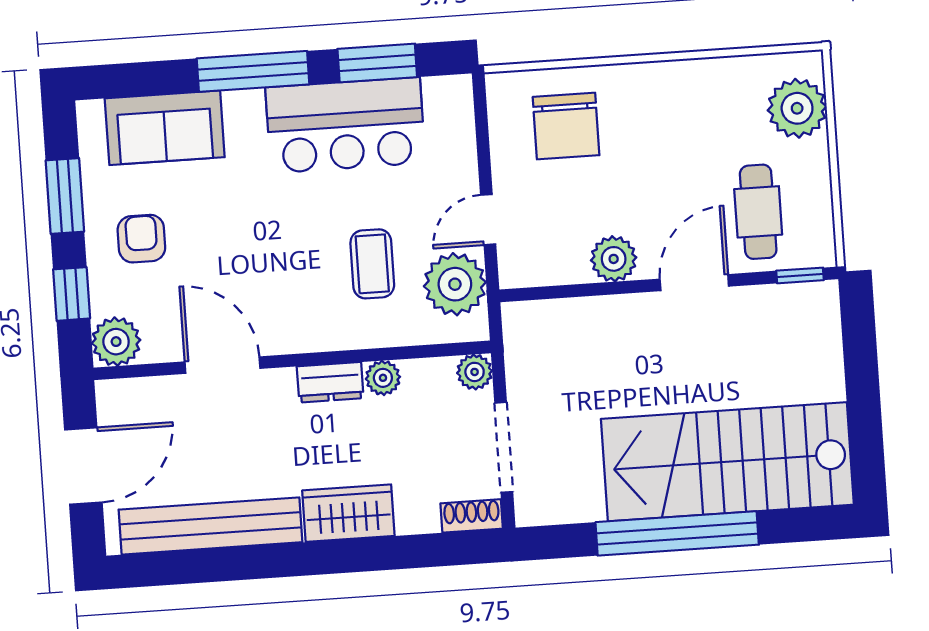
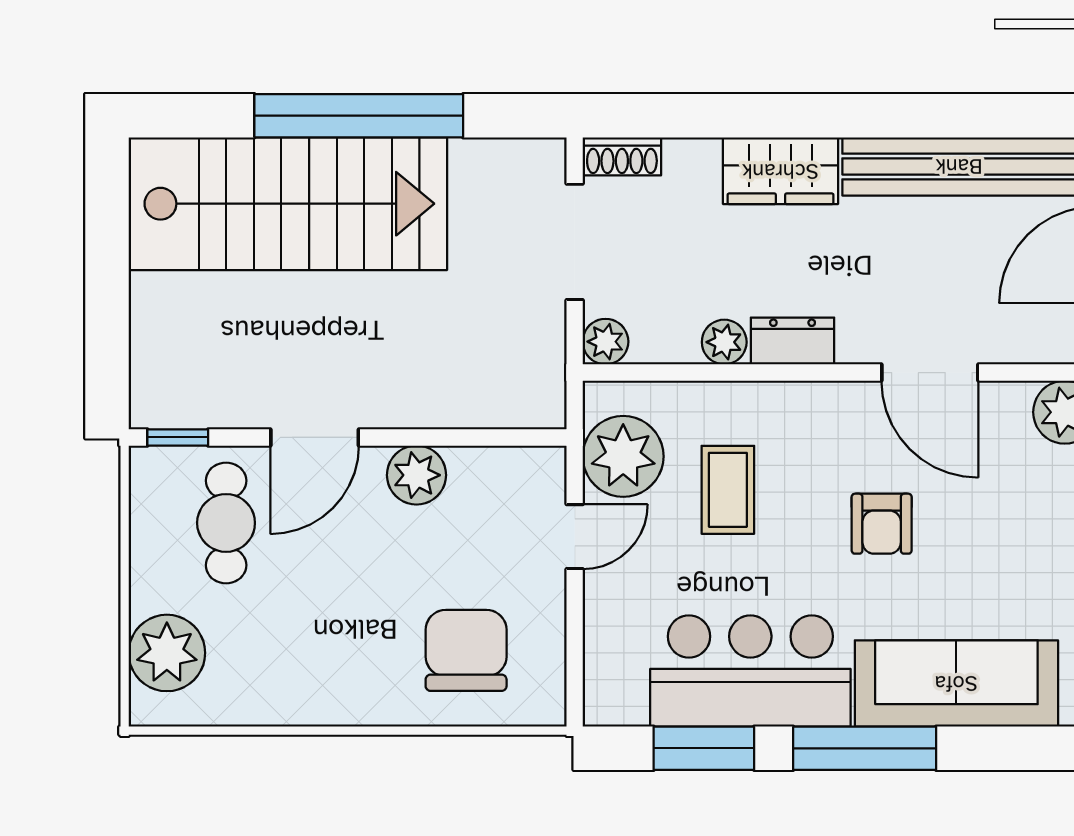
sofa: (165, 128) -> (956, 683), width x1.36
armchair: (141, 239) -> (882, 524), moved

